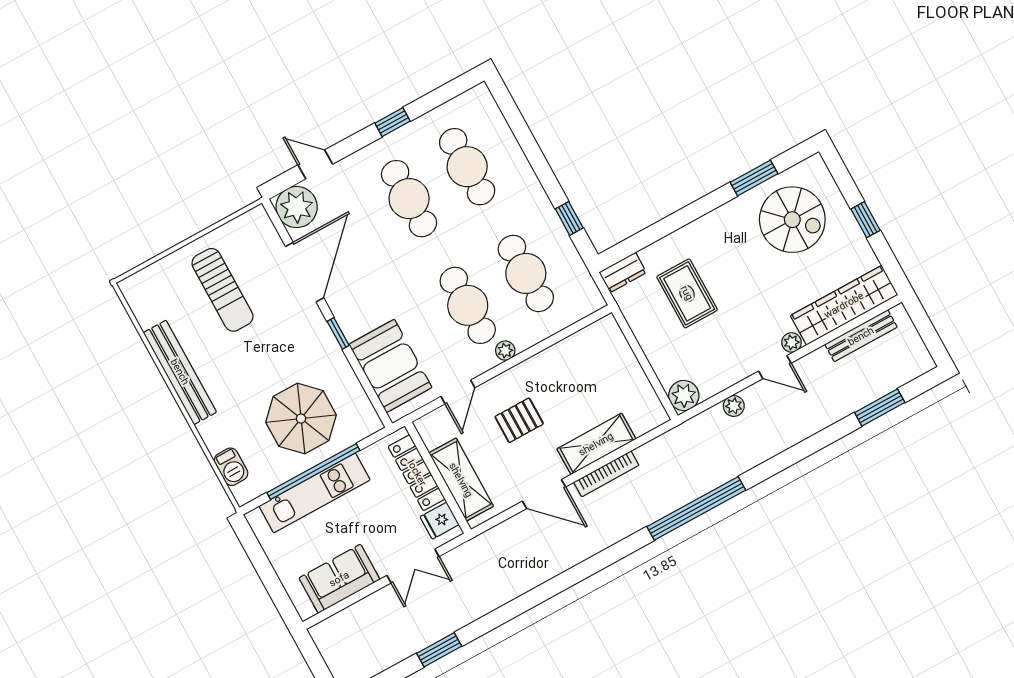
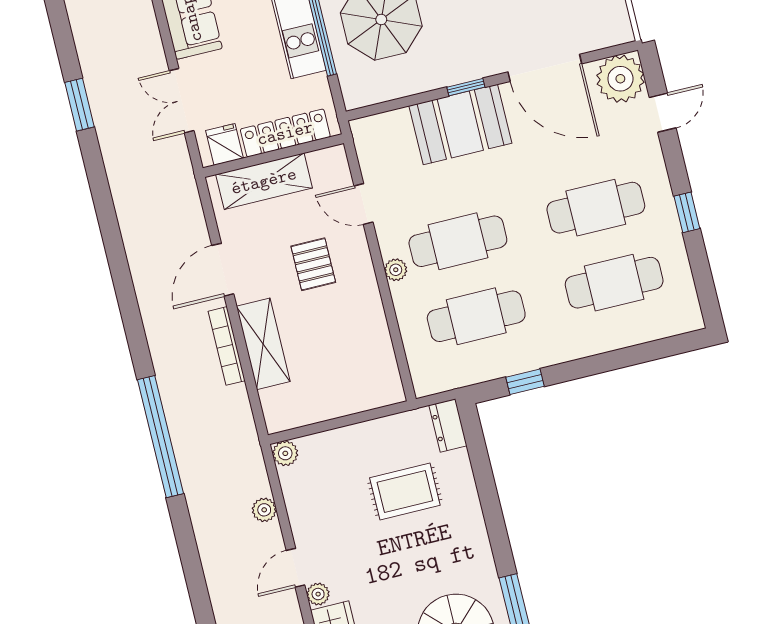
booth: (390, 366) -> (460, 125), moved
plant: (684, 396) -> (285, 453), width x0.73, depth x0.73

